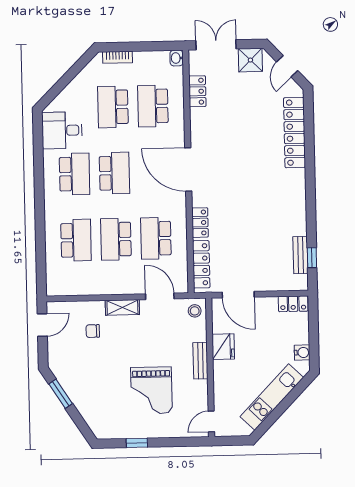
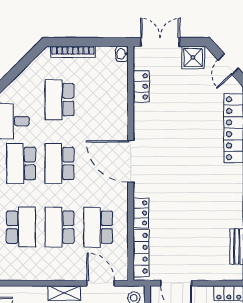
bookcase: (117, 57) -> (73, 52), width x1.56
school desk: (153, 106) -> (98, 100), removed
school desk: (114, 173) -> (60, 163), turned 180
school desk: (74, 174) -> (21, 163), turned 180

